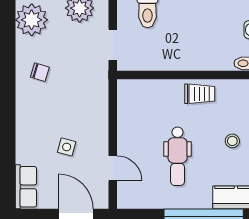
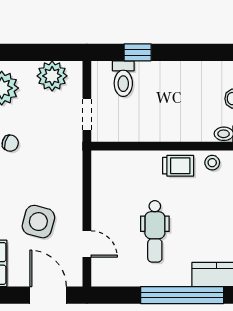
stool: (232, 141) -> (212, 163), moved
side table: (67, 147) -> (38, 222), width x1.87, depth x1.87

